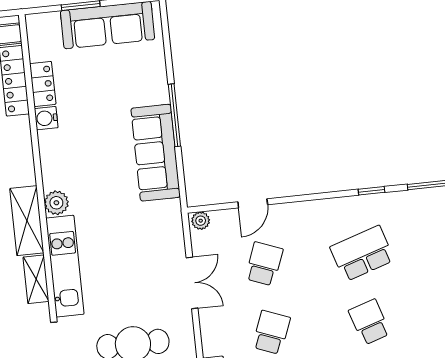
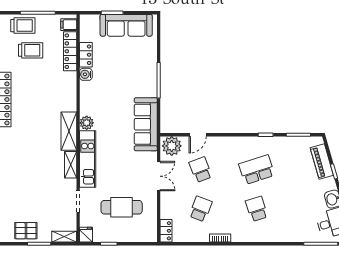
sofa: (156, 153) -> (146, 124), moved
plant: (201, 221) -> (172, 146), width x1.88, depth x1.88
school desk: (264, 264) -> (201, 170), turned -42

